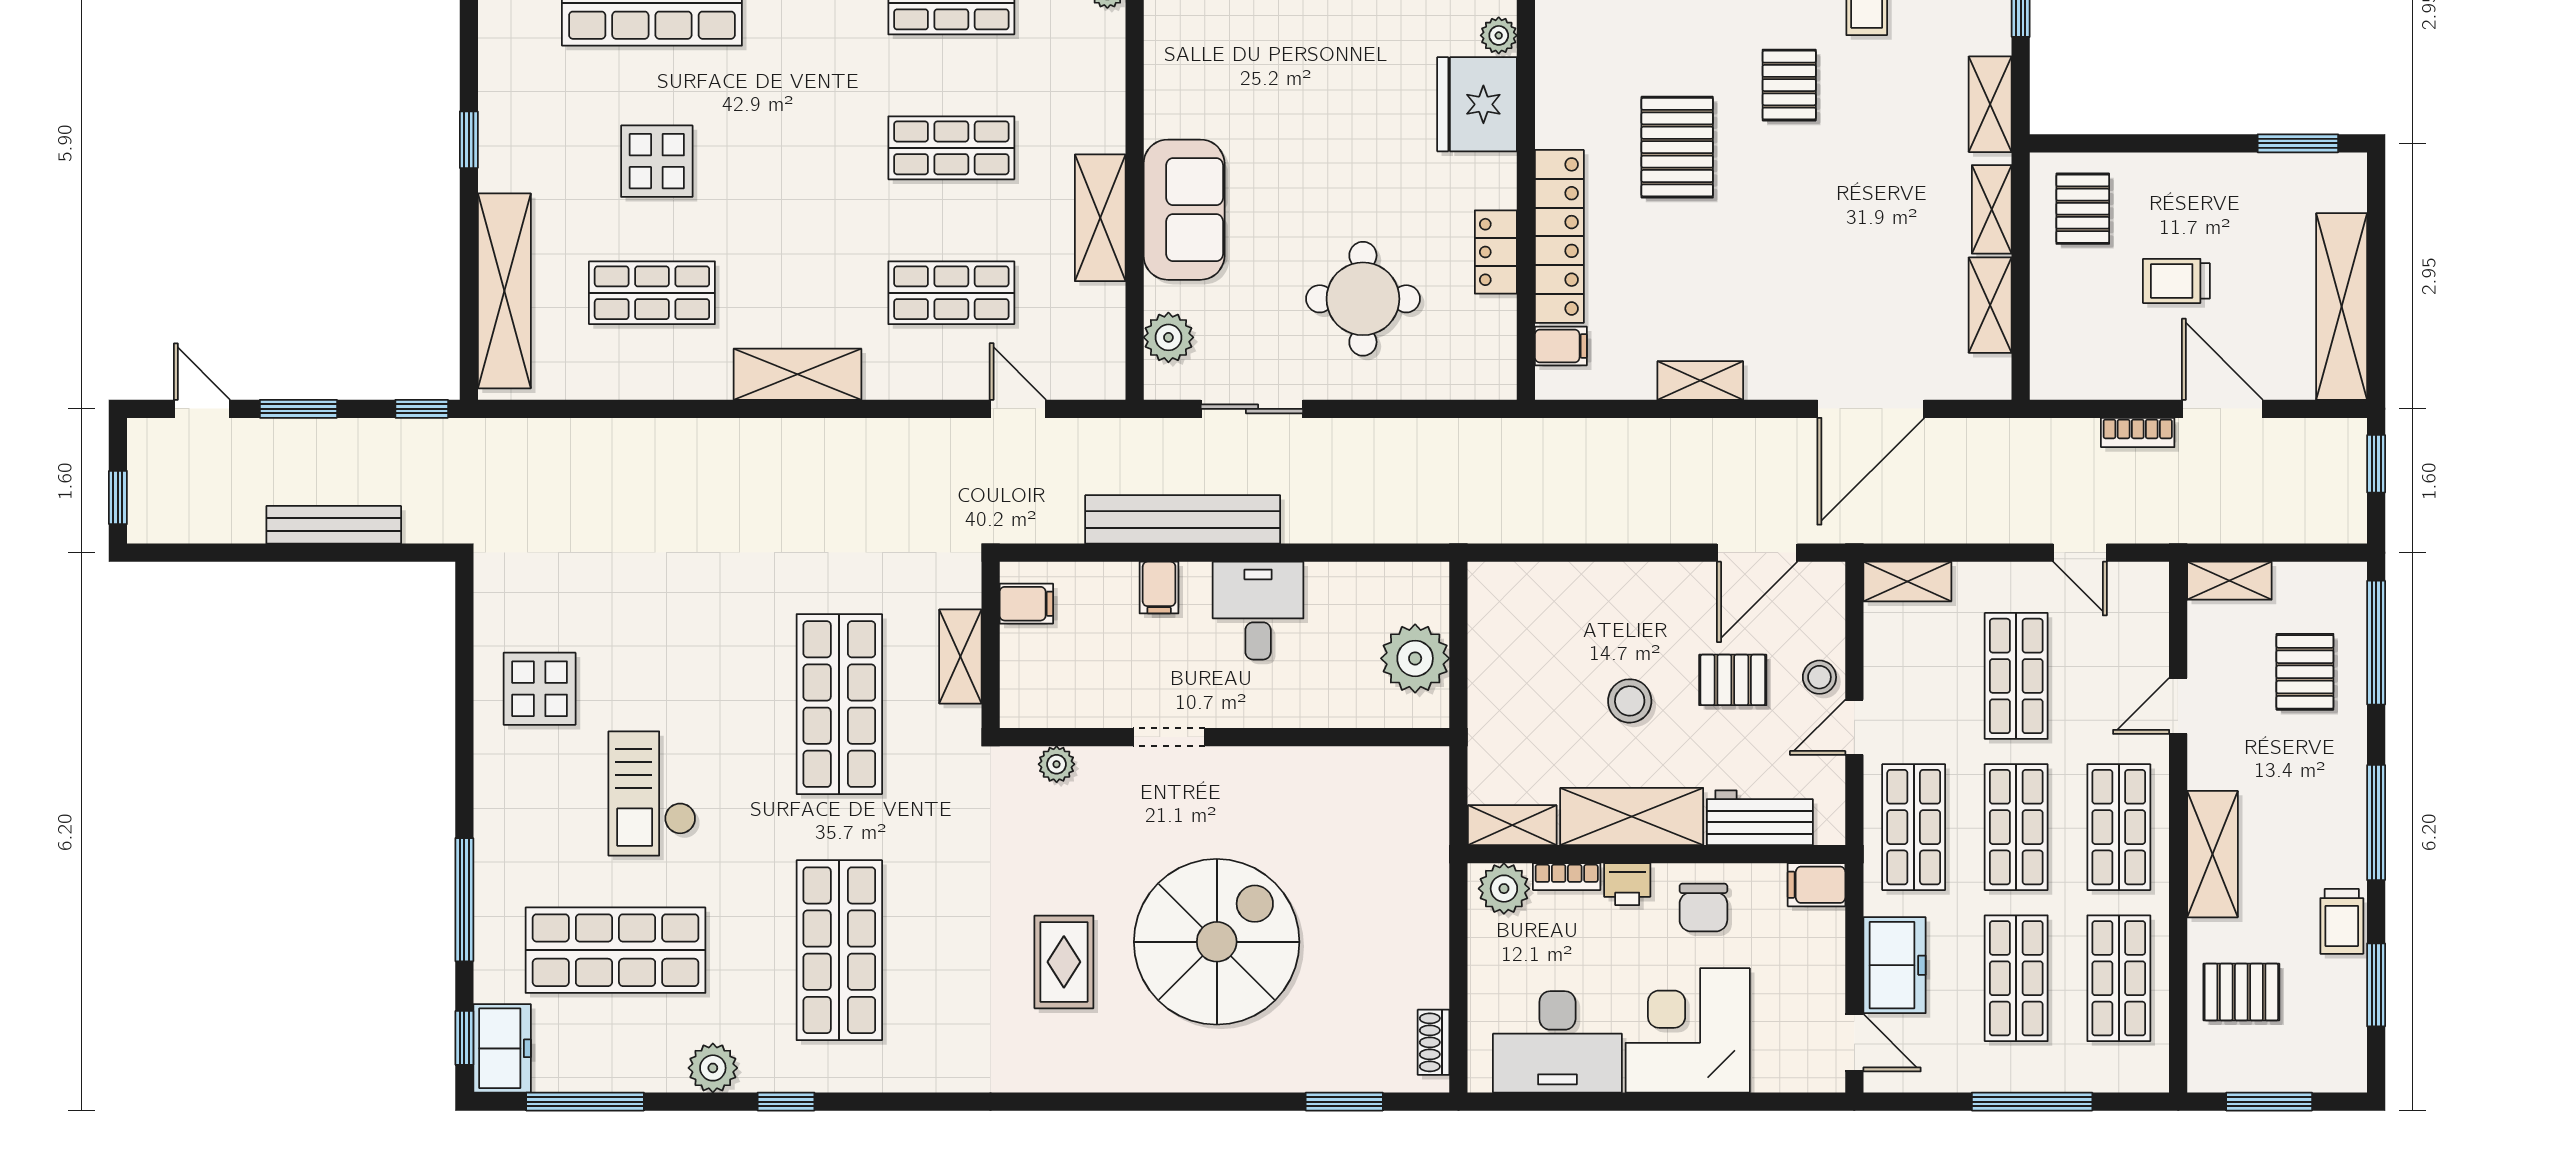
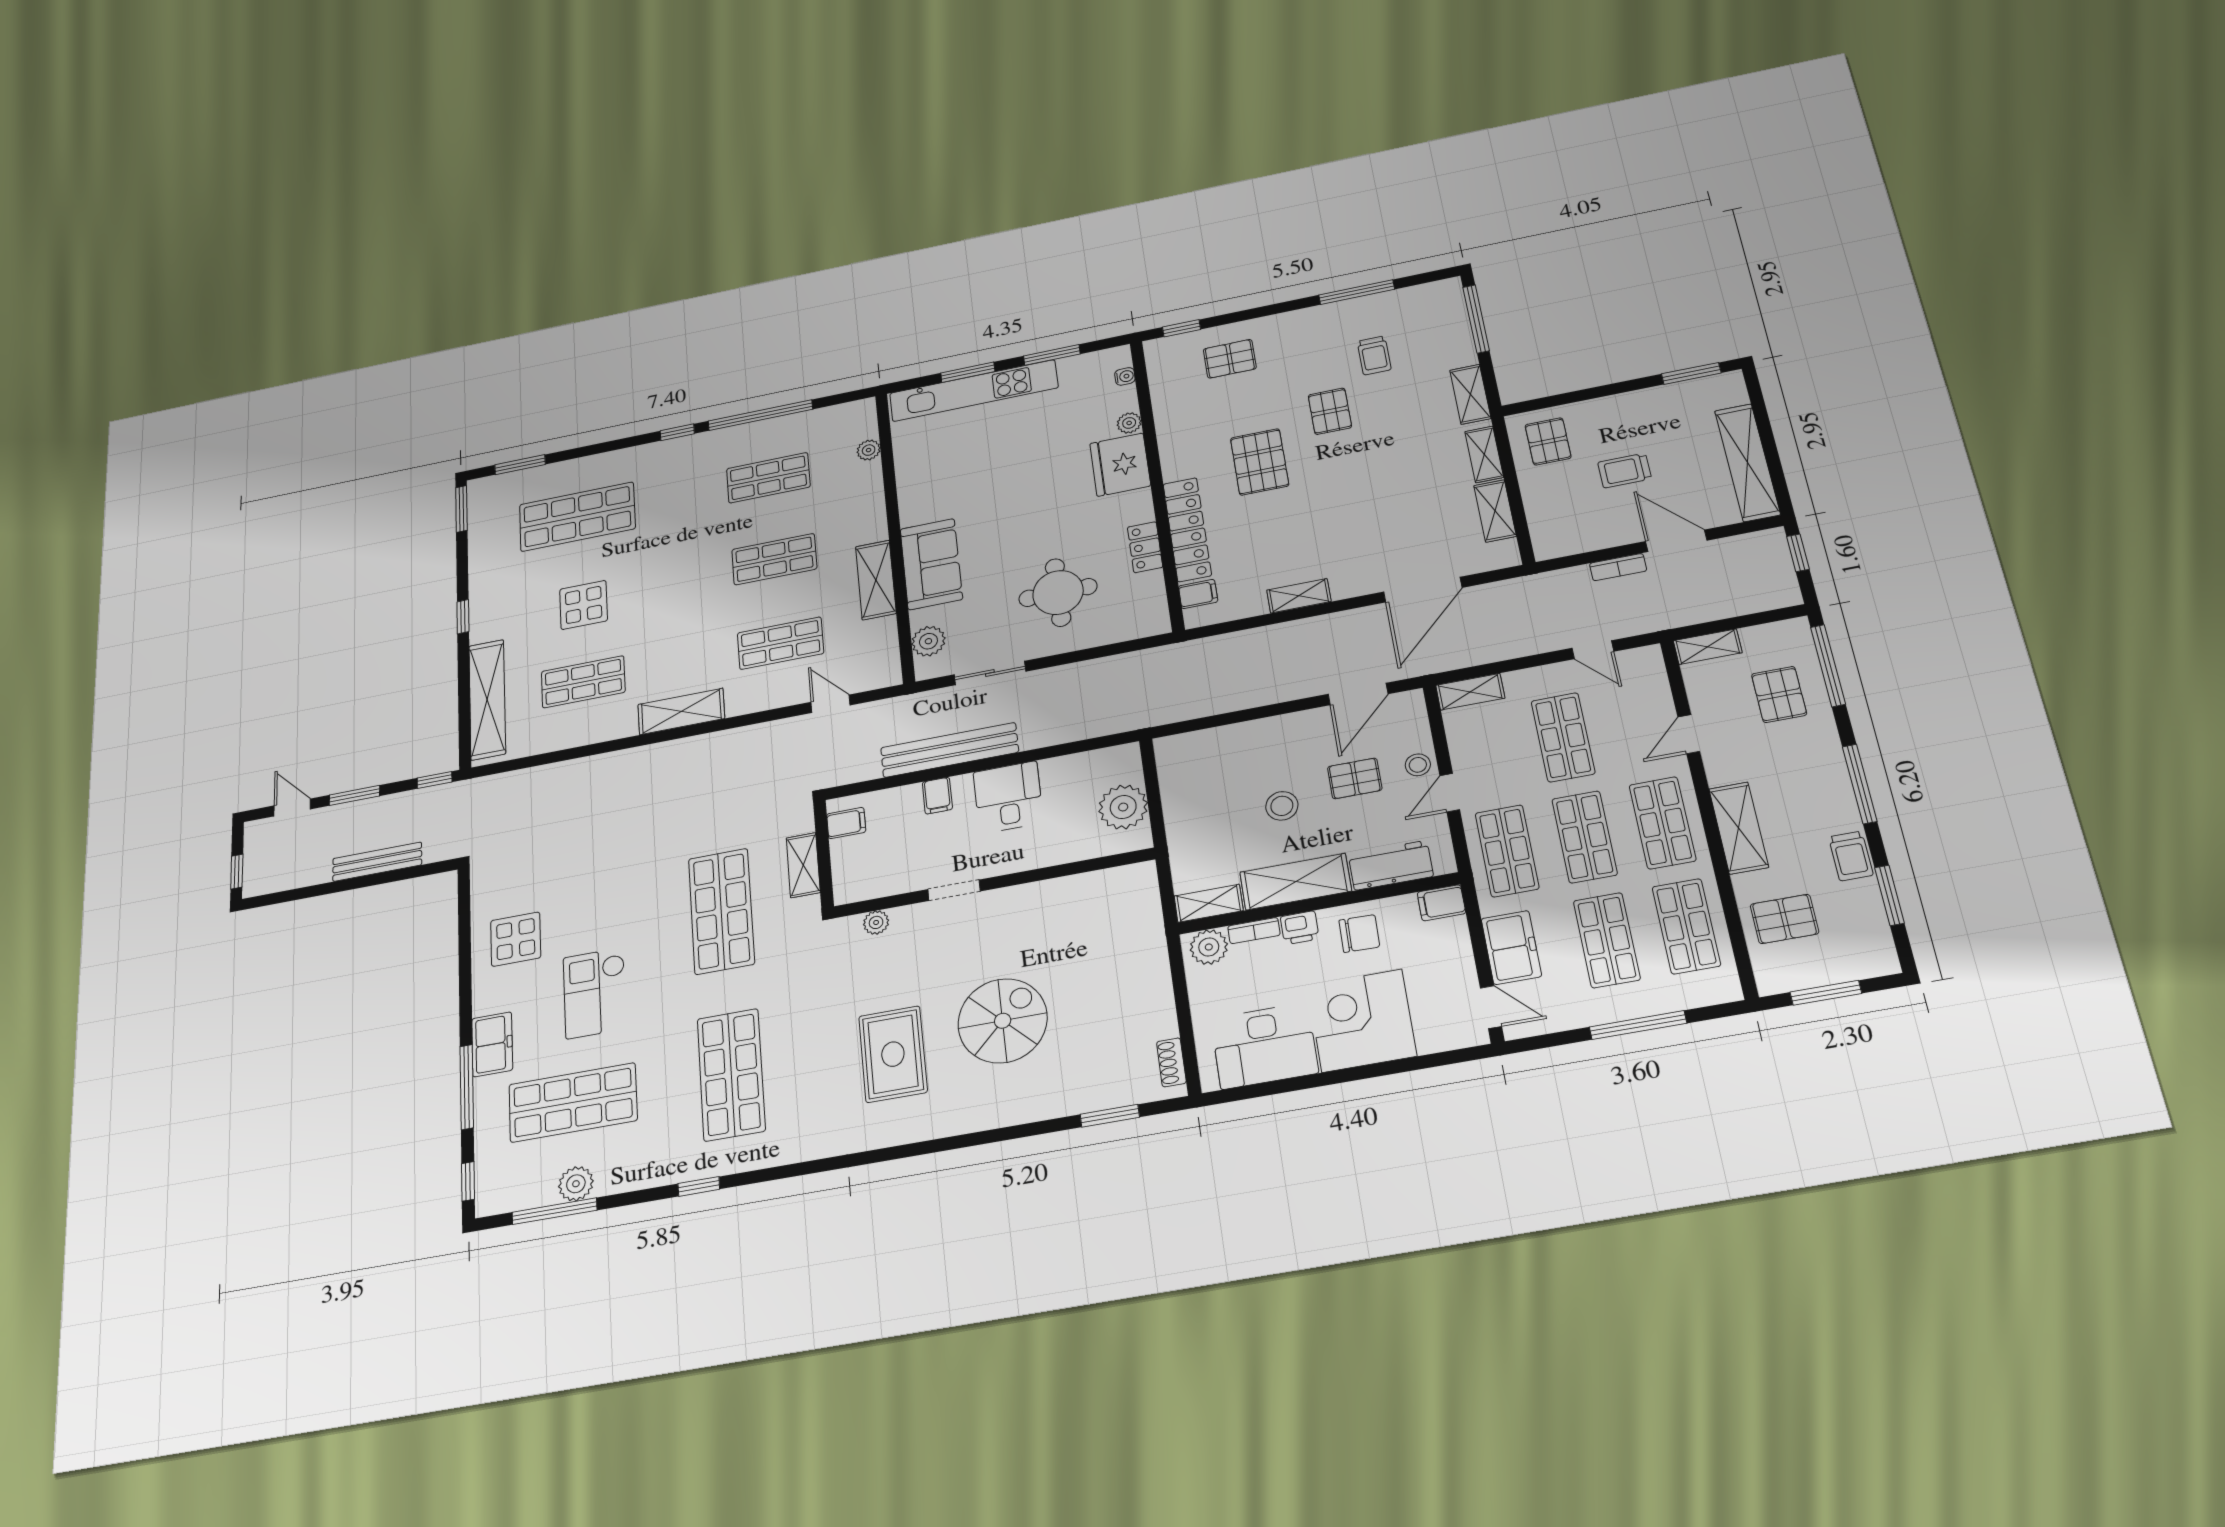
chair: (1703, 908) -> (1359, 933), turned -89
spiral stairs: (1217, 942) -> (1003, 1021), width x0.73, depth x0.73
rug: (1064, 962) -> (893, 1054), width x1.36, depth x1.43
freezer: (502, 1048) -> (492, 1044), moved
plant: (713, 1068) -> (576, 1184), moved

